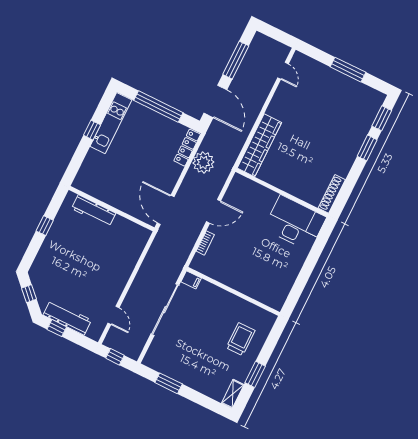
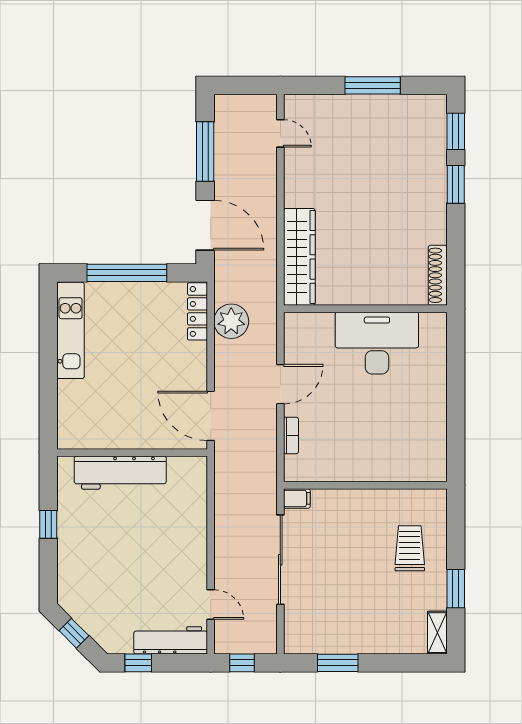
window: (92, 130) -> (48, 354), removed
workbench: (94, 211) -> (120, 473), width x1.36, depth x1.32
desk: (295, 223) -> (377, 343), moved
workbench: (67, 318) -> (171, 640), moved

